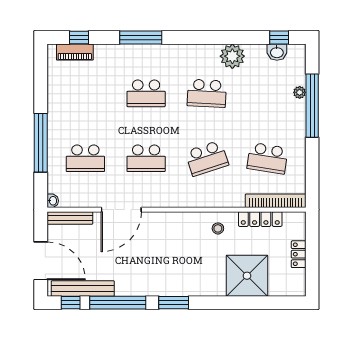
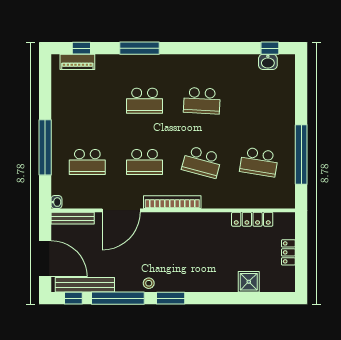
plant: (232, 56) -> (226, 66), removed
plant: (300, 92) -> (289, 100), removed
window: (312, 106) -> (301, 155), moved
school desk: (207, 158) -> (202, 162), turned 33
bookcase: (276, 201) -> (172, 202), moved
stool: (218, 228) -> (149, 283), moved
shower: (247, 276) -> (249, 282), width x0.54, depth x0.54

